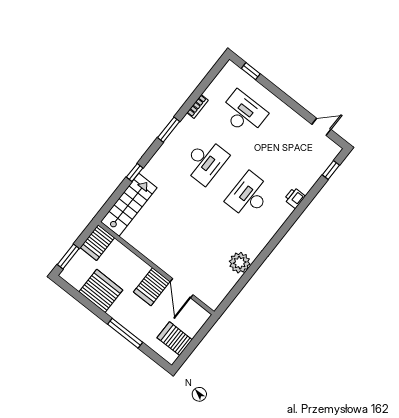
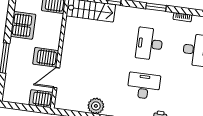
desk: (205, 161) -> (149, 44), turned 90
server rack: (175, 339) -> (41, 99), moved, turned -90

